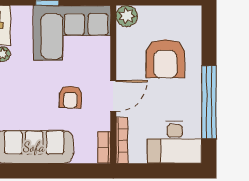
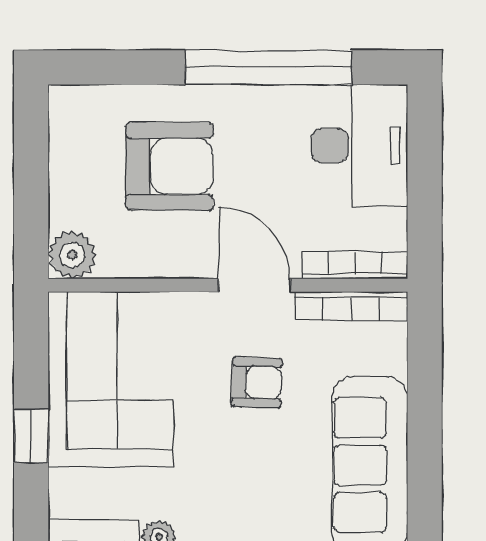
bookcase: (104, 148) -> (351, 306), width x1.56

